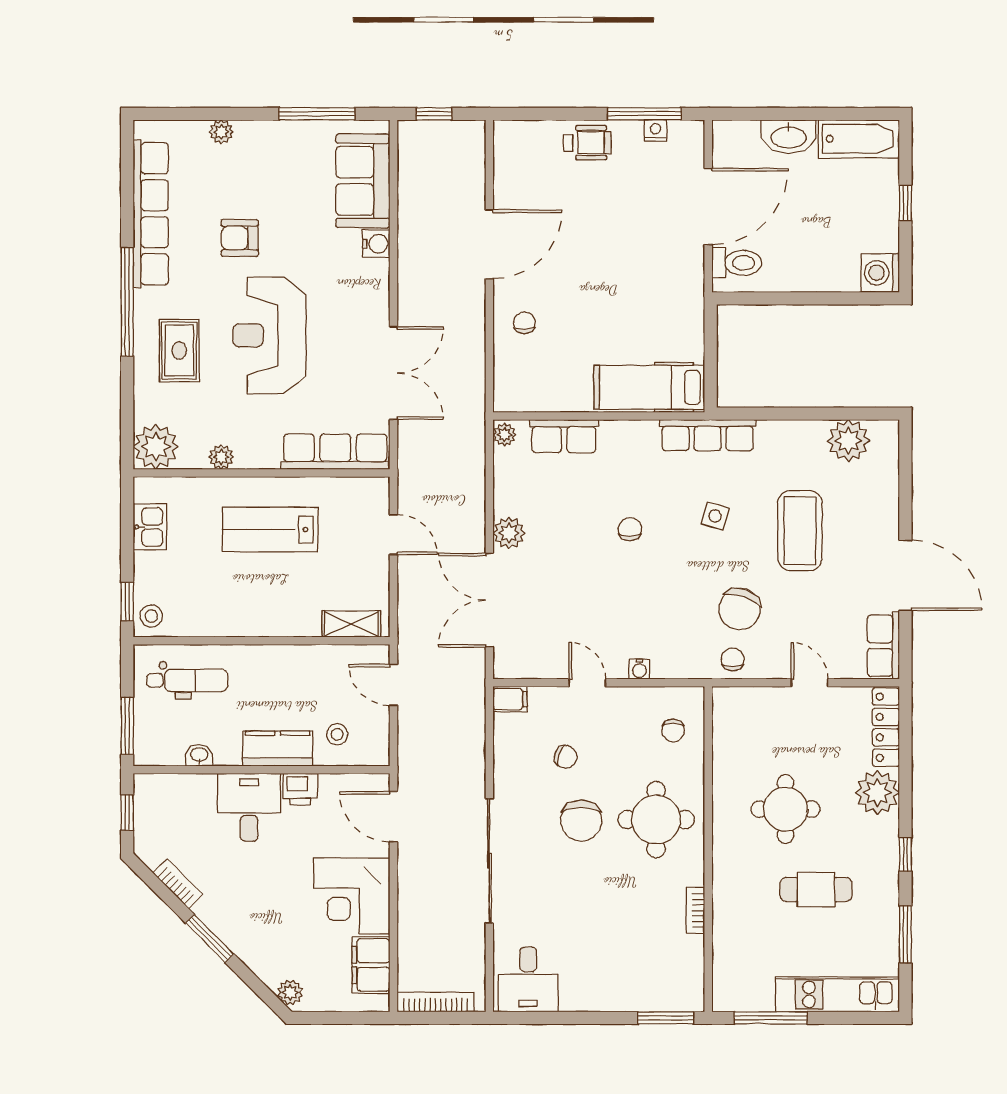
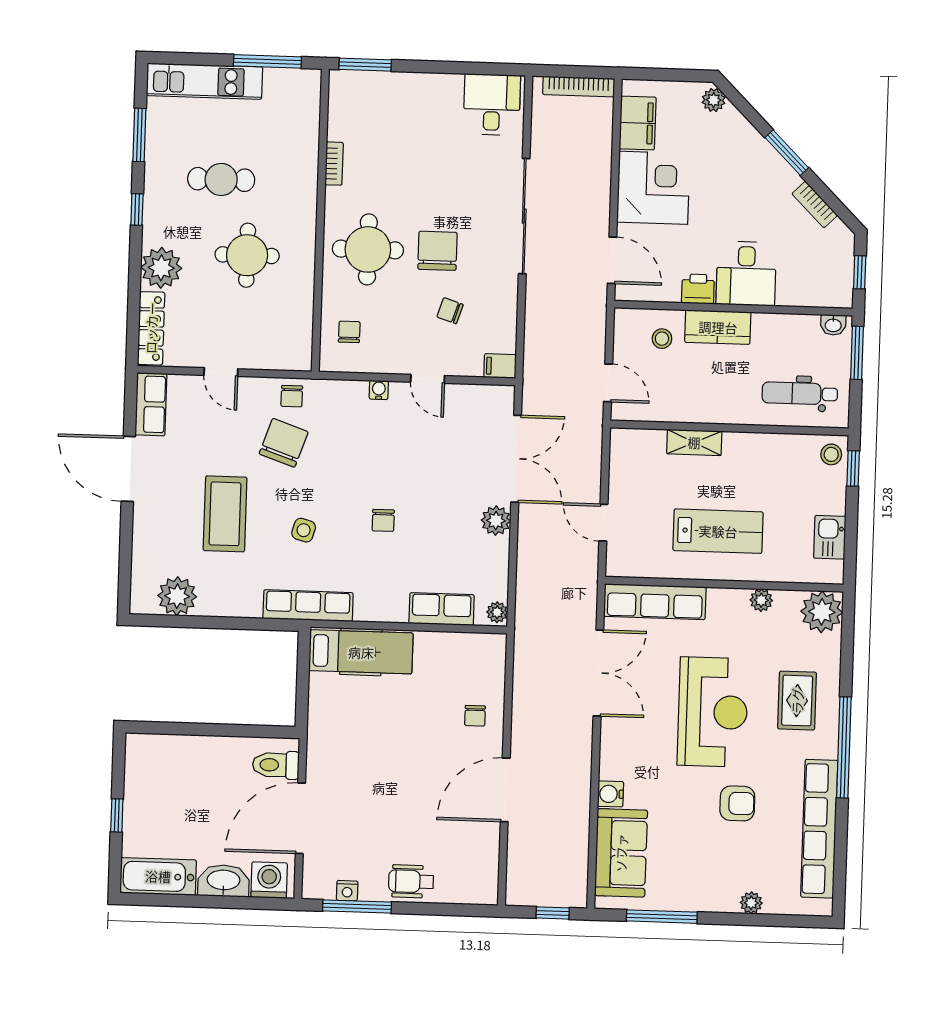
washing machine: (880, 273) -> (269, 880), moved, turned -90
double door: (393, 373) -> (598, 673), swing flipped
shelving: (351, 624) -> (694, 442), moved
washbasin: (199, 755) -> (833, 325), moved

